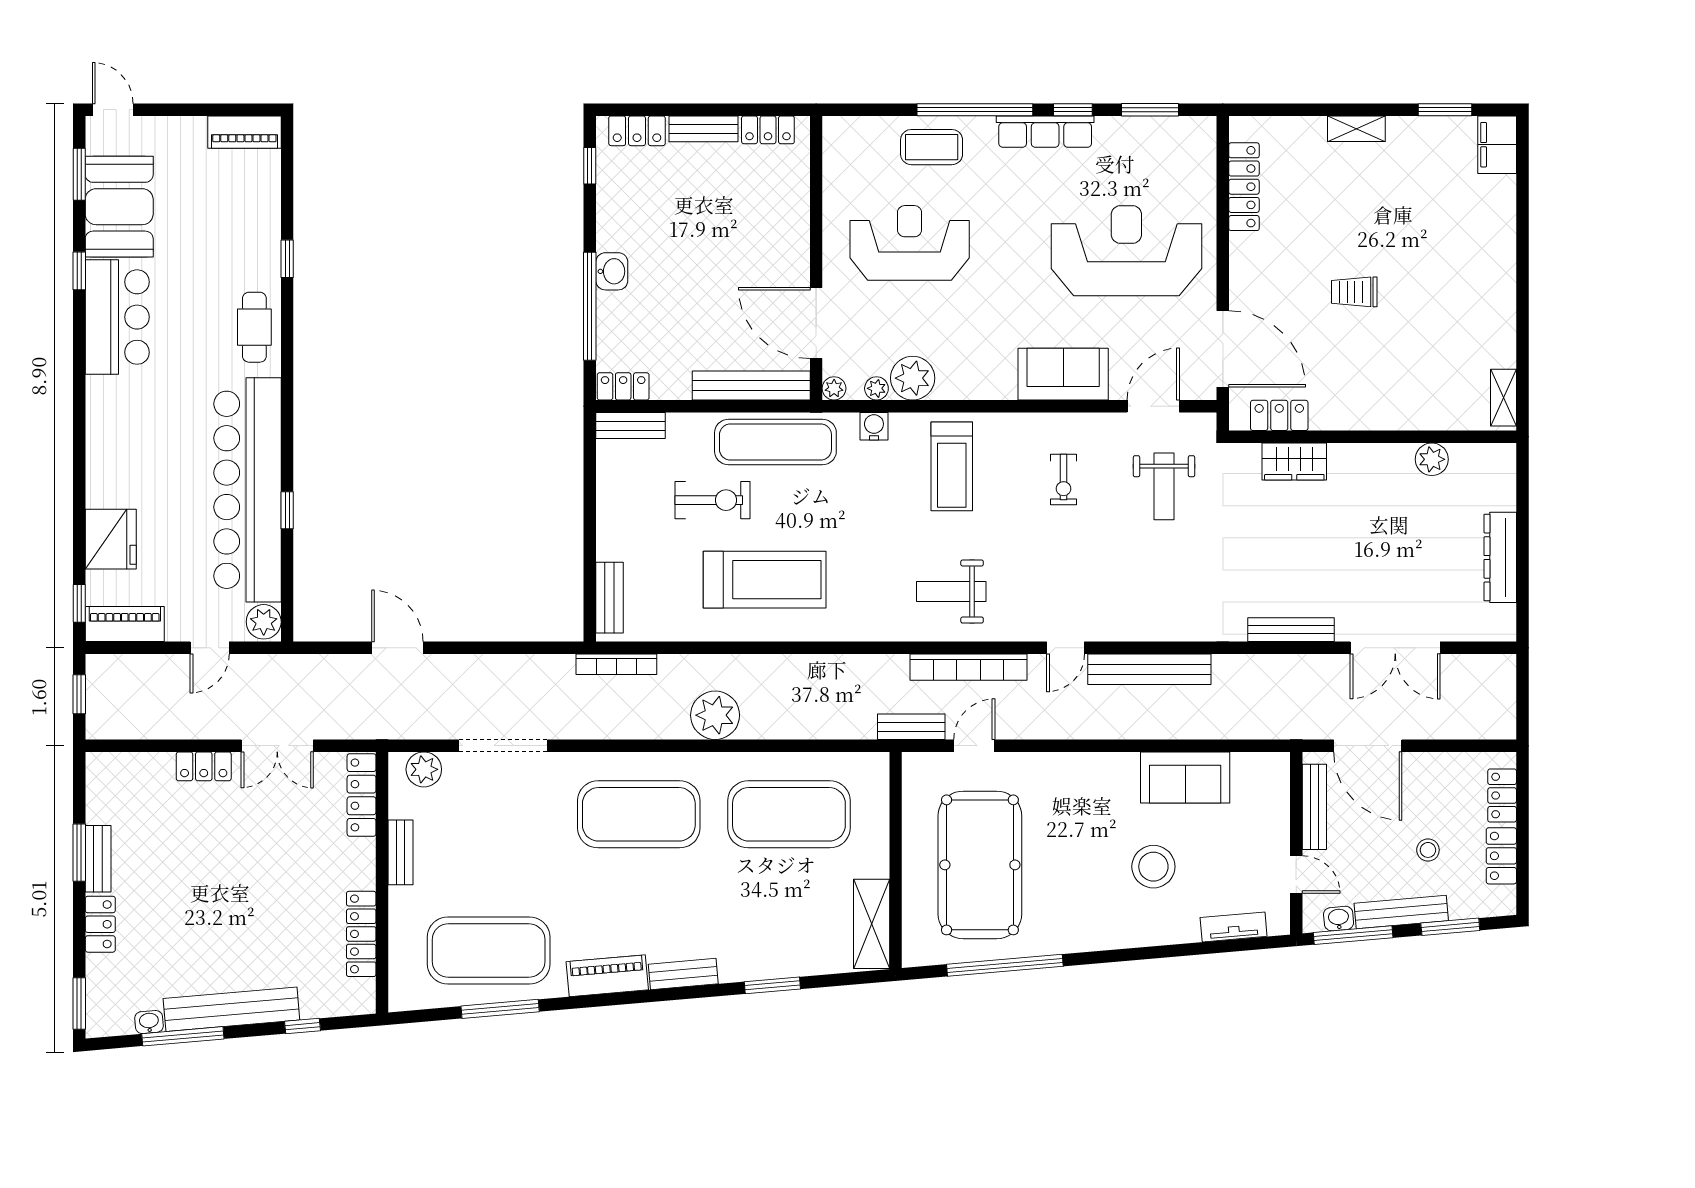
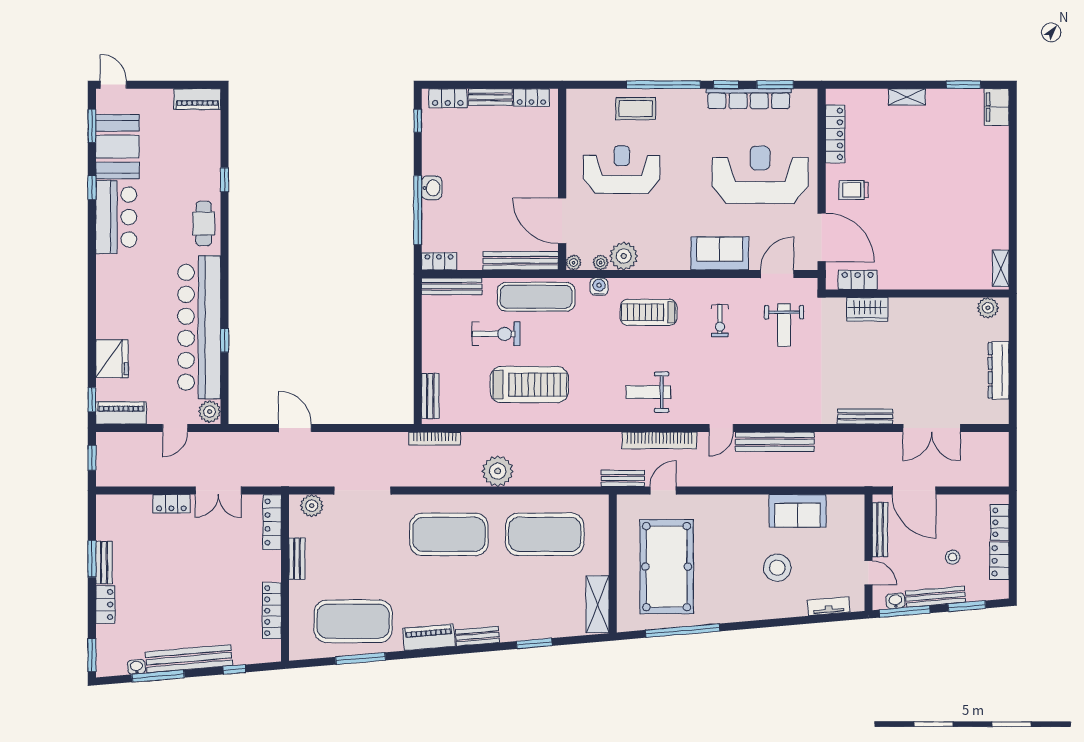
row of seats: (1045, 132) -> (749, 99), moved, width x1.36
trolley: (1354, 292) -> (854, 190), moved
bench: (631, 426) -> (452, 286), width x1.36
plant: (1432, 459) -> (988, 308), moved
treadmill: (952, 466) -> (649, 312), turned 90

